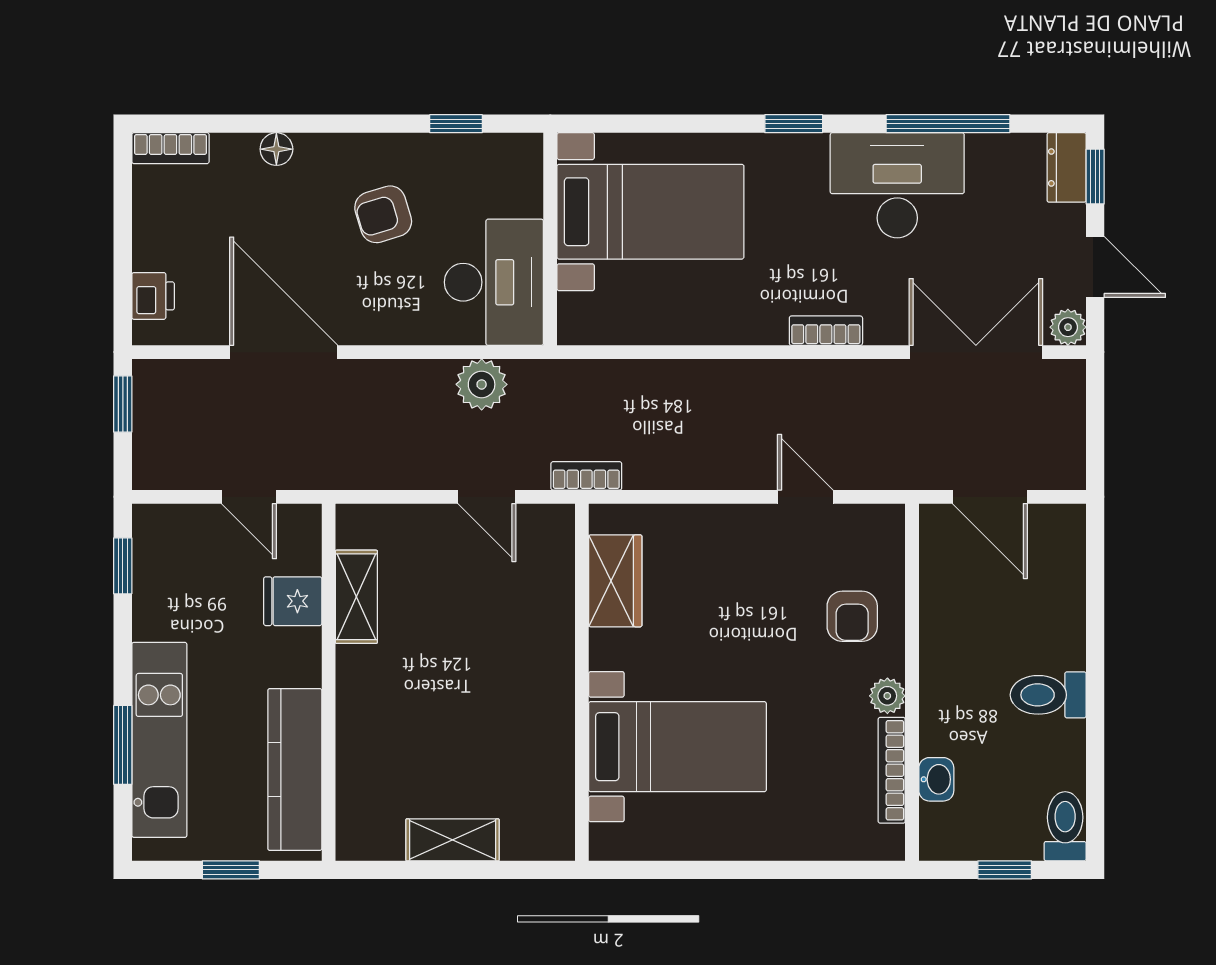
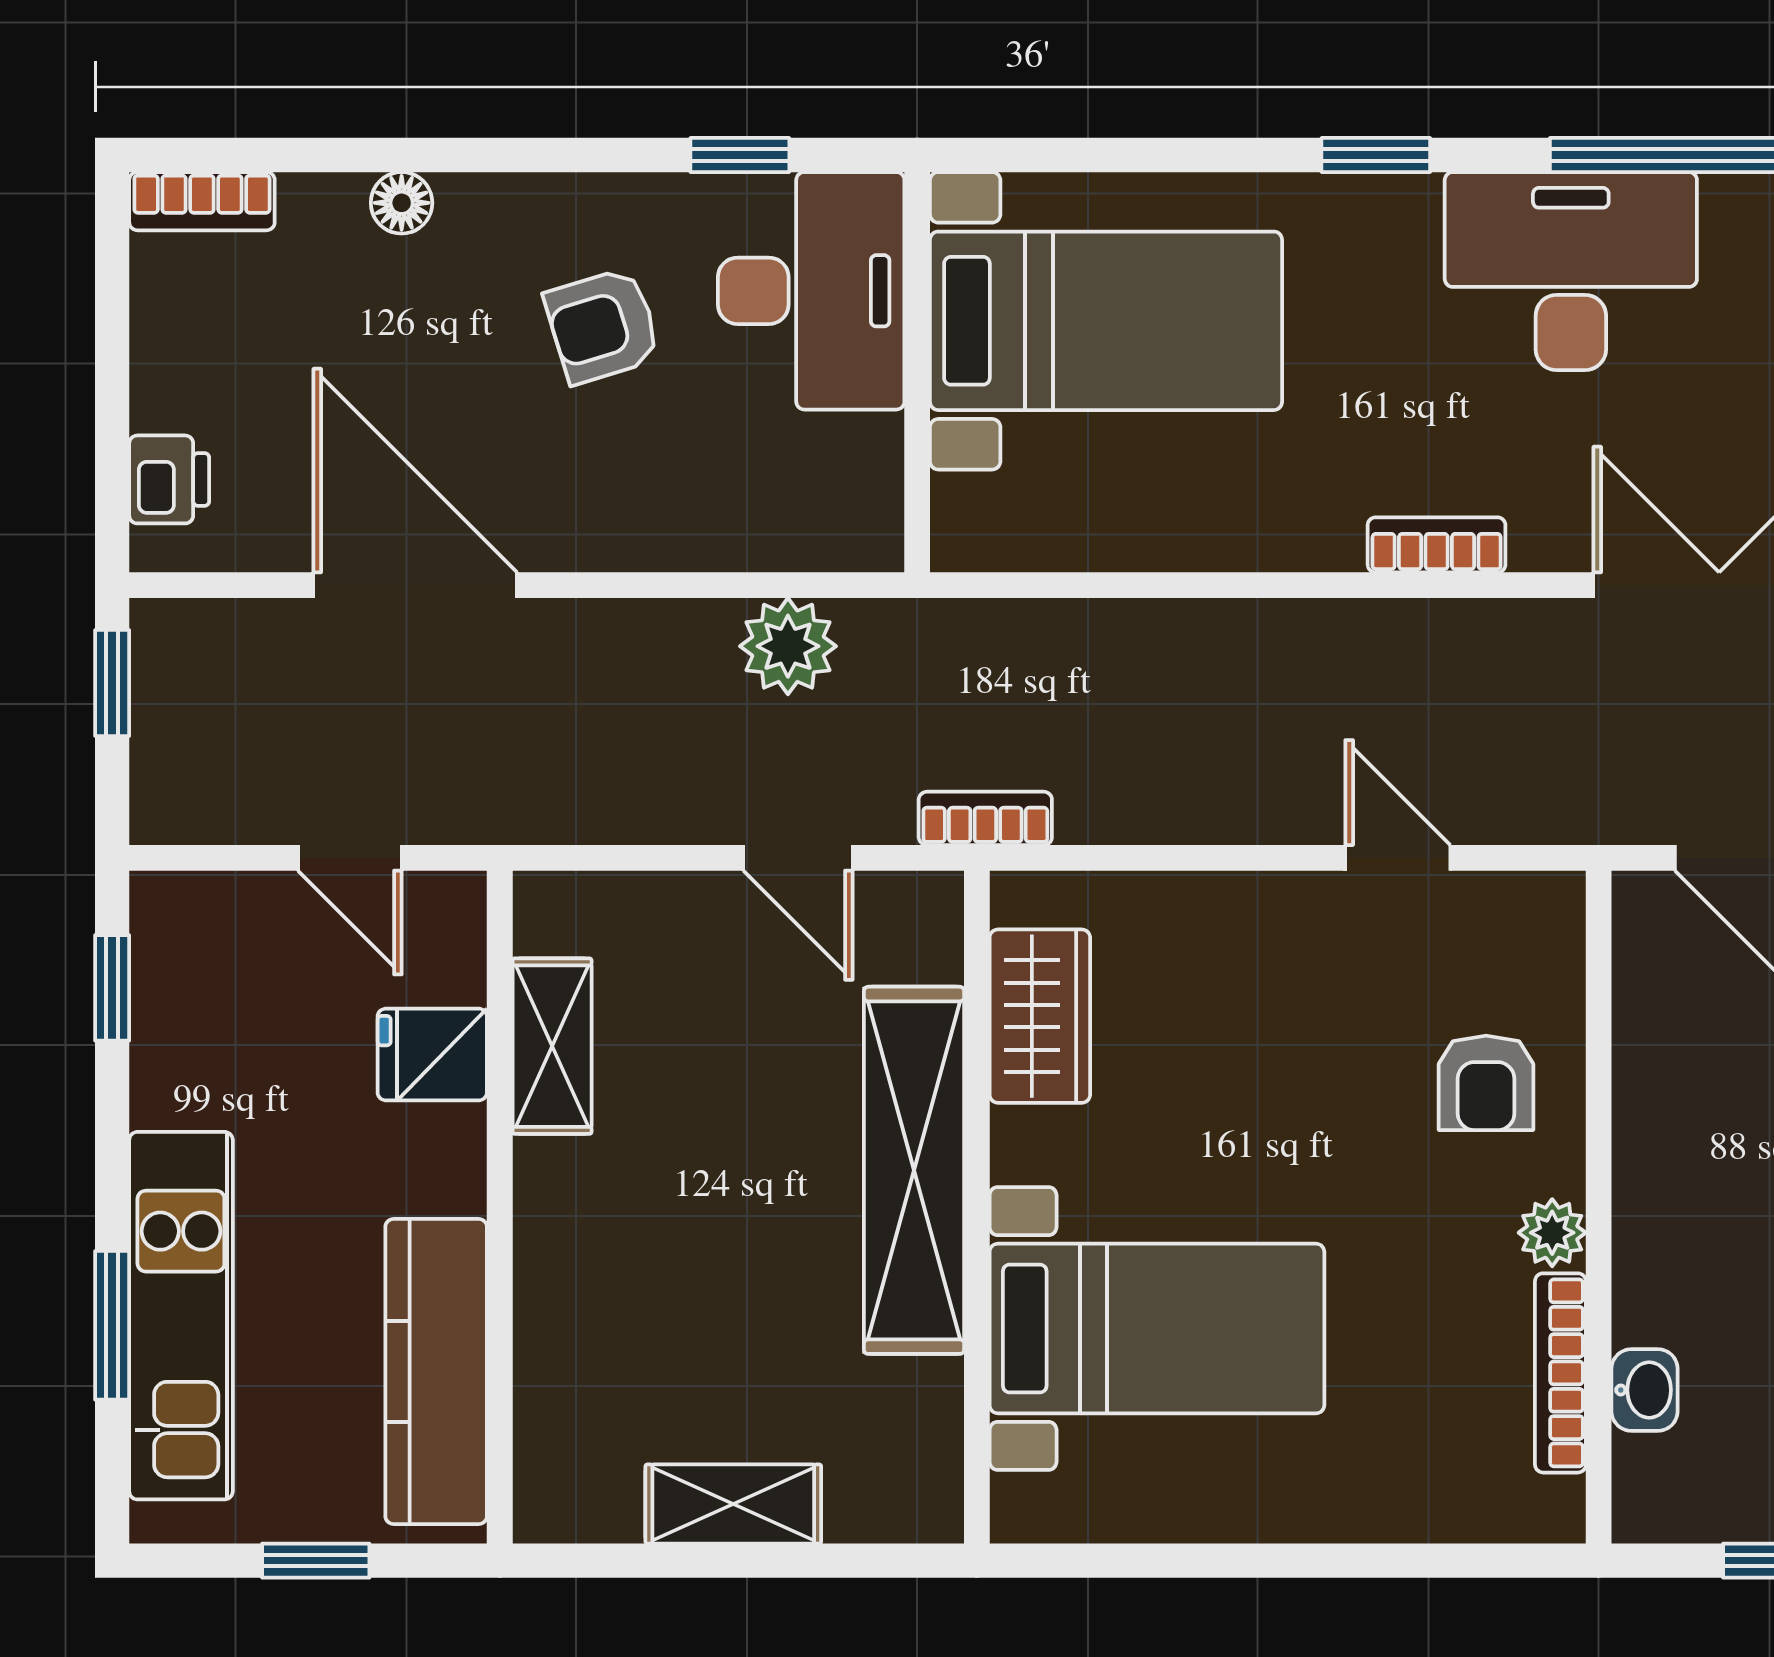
desk: (494, 282) -> (811, 291), moved
shelving: (548, 663) -> (914, 1170), added

